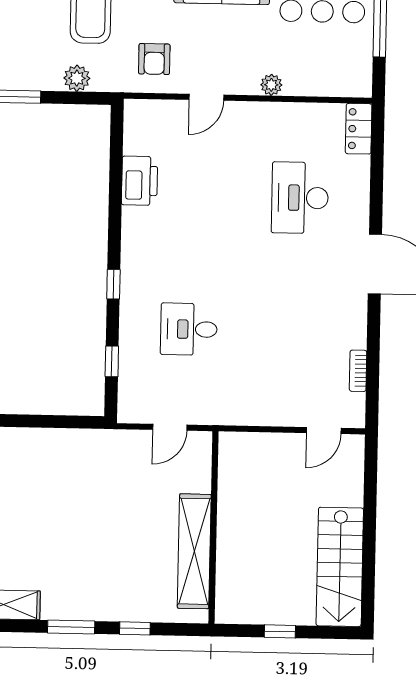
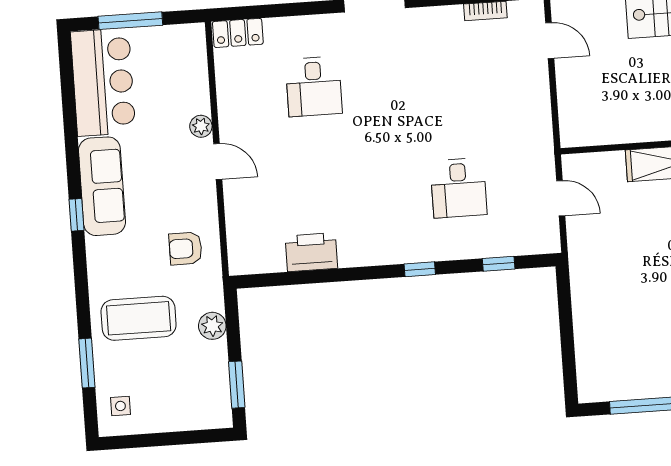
armchair: (154, 59) -> (186, 248), turned 180
door: (206, 97) -> (218, 161), moved
desk: (300, 198) -> (314, 87), width x0.73

